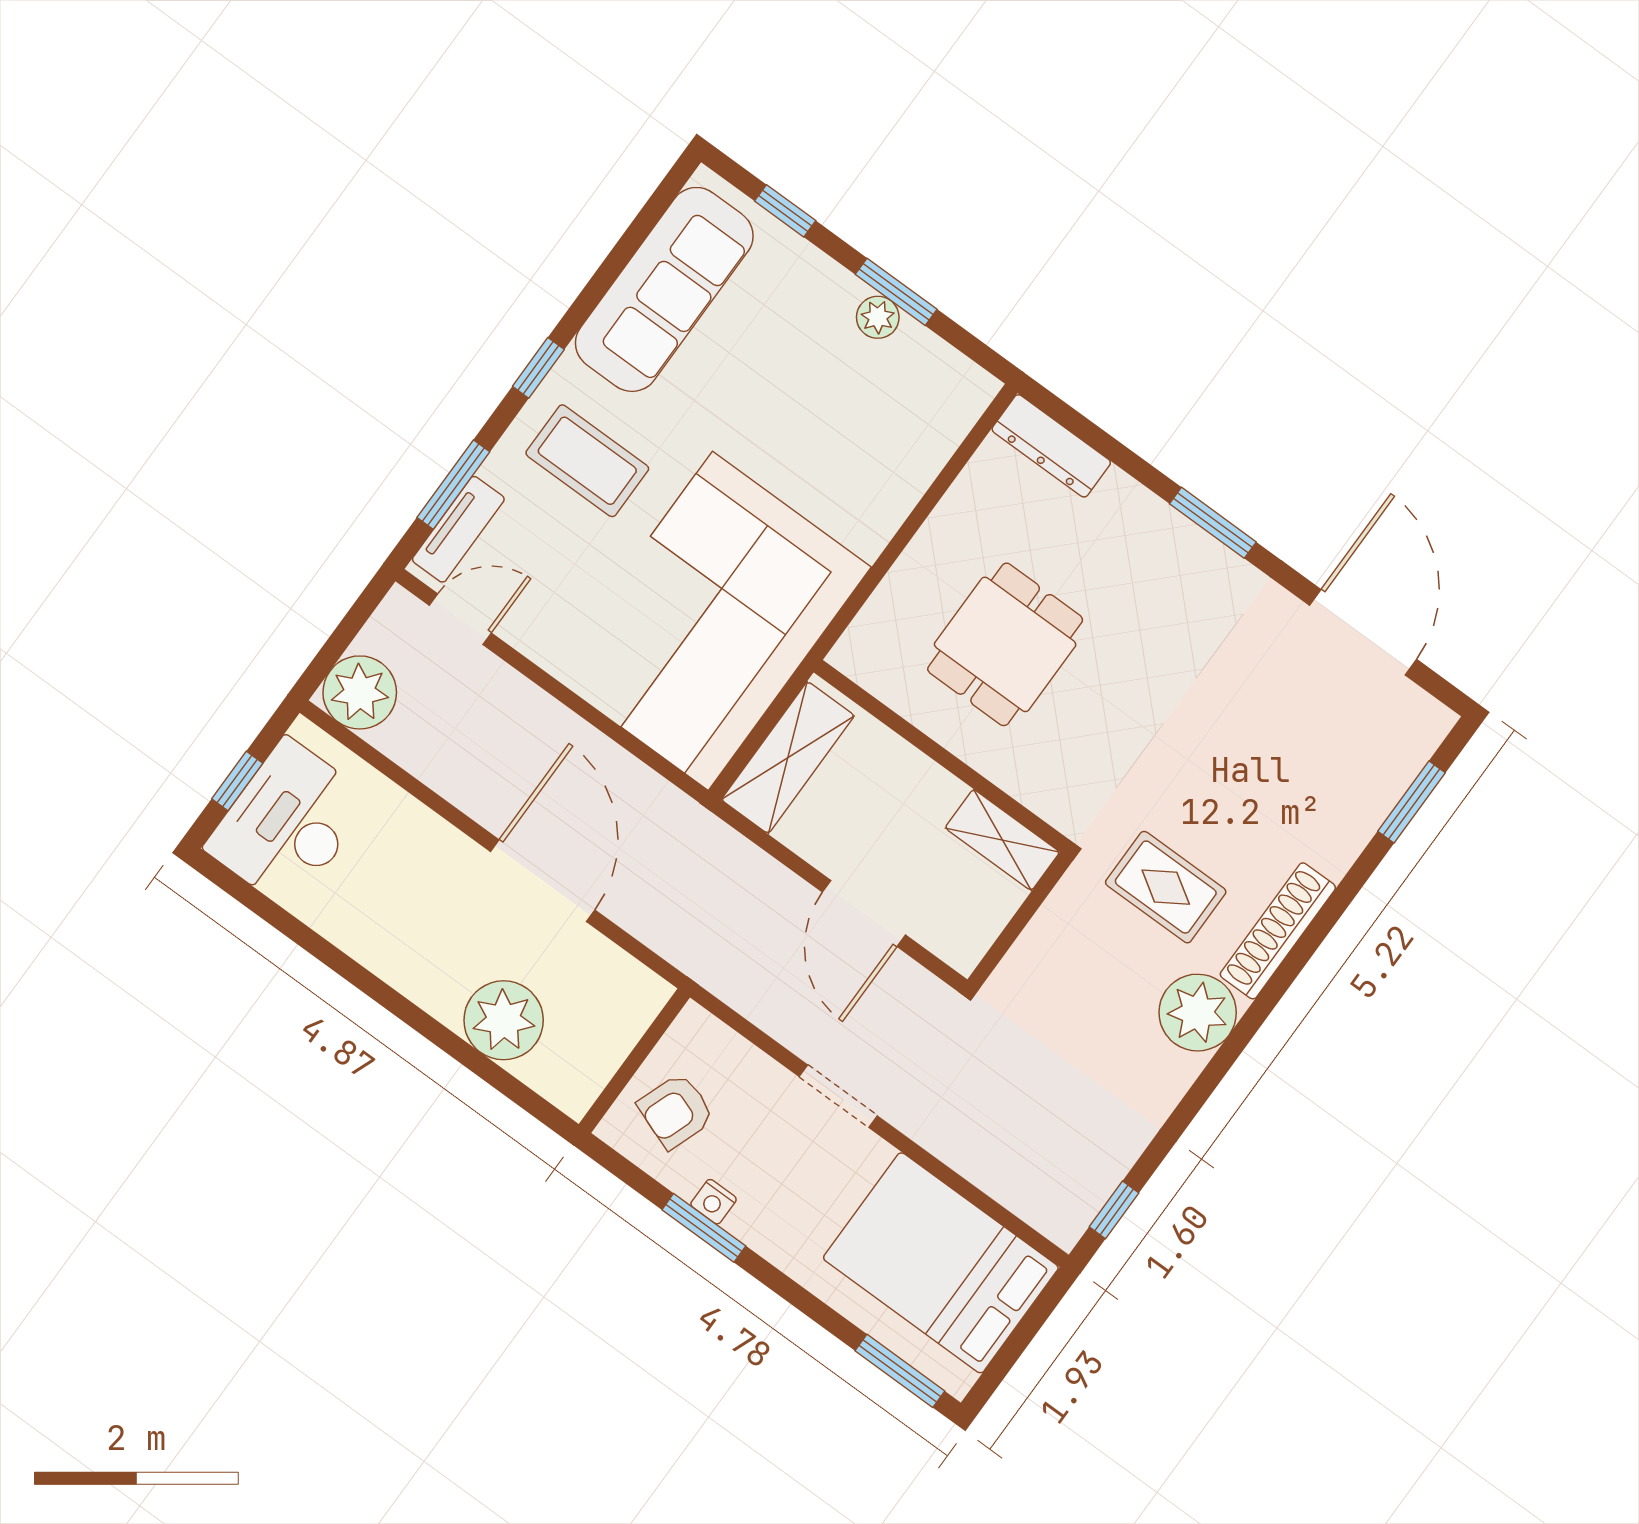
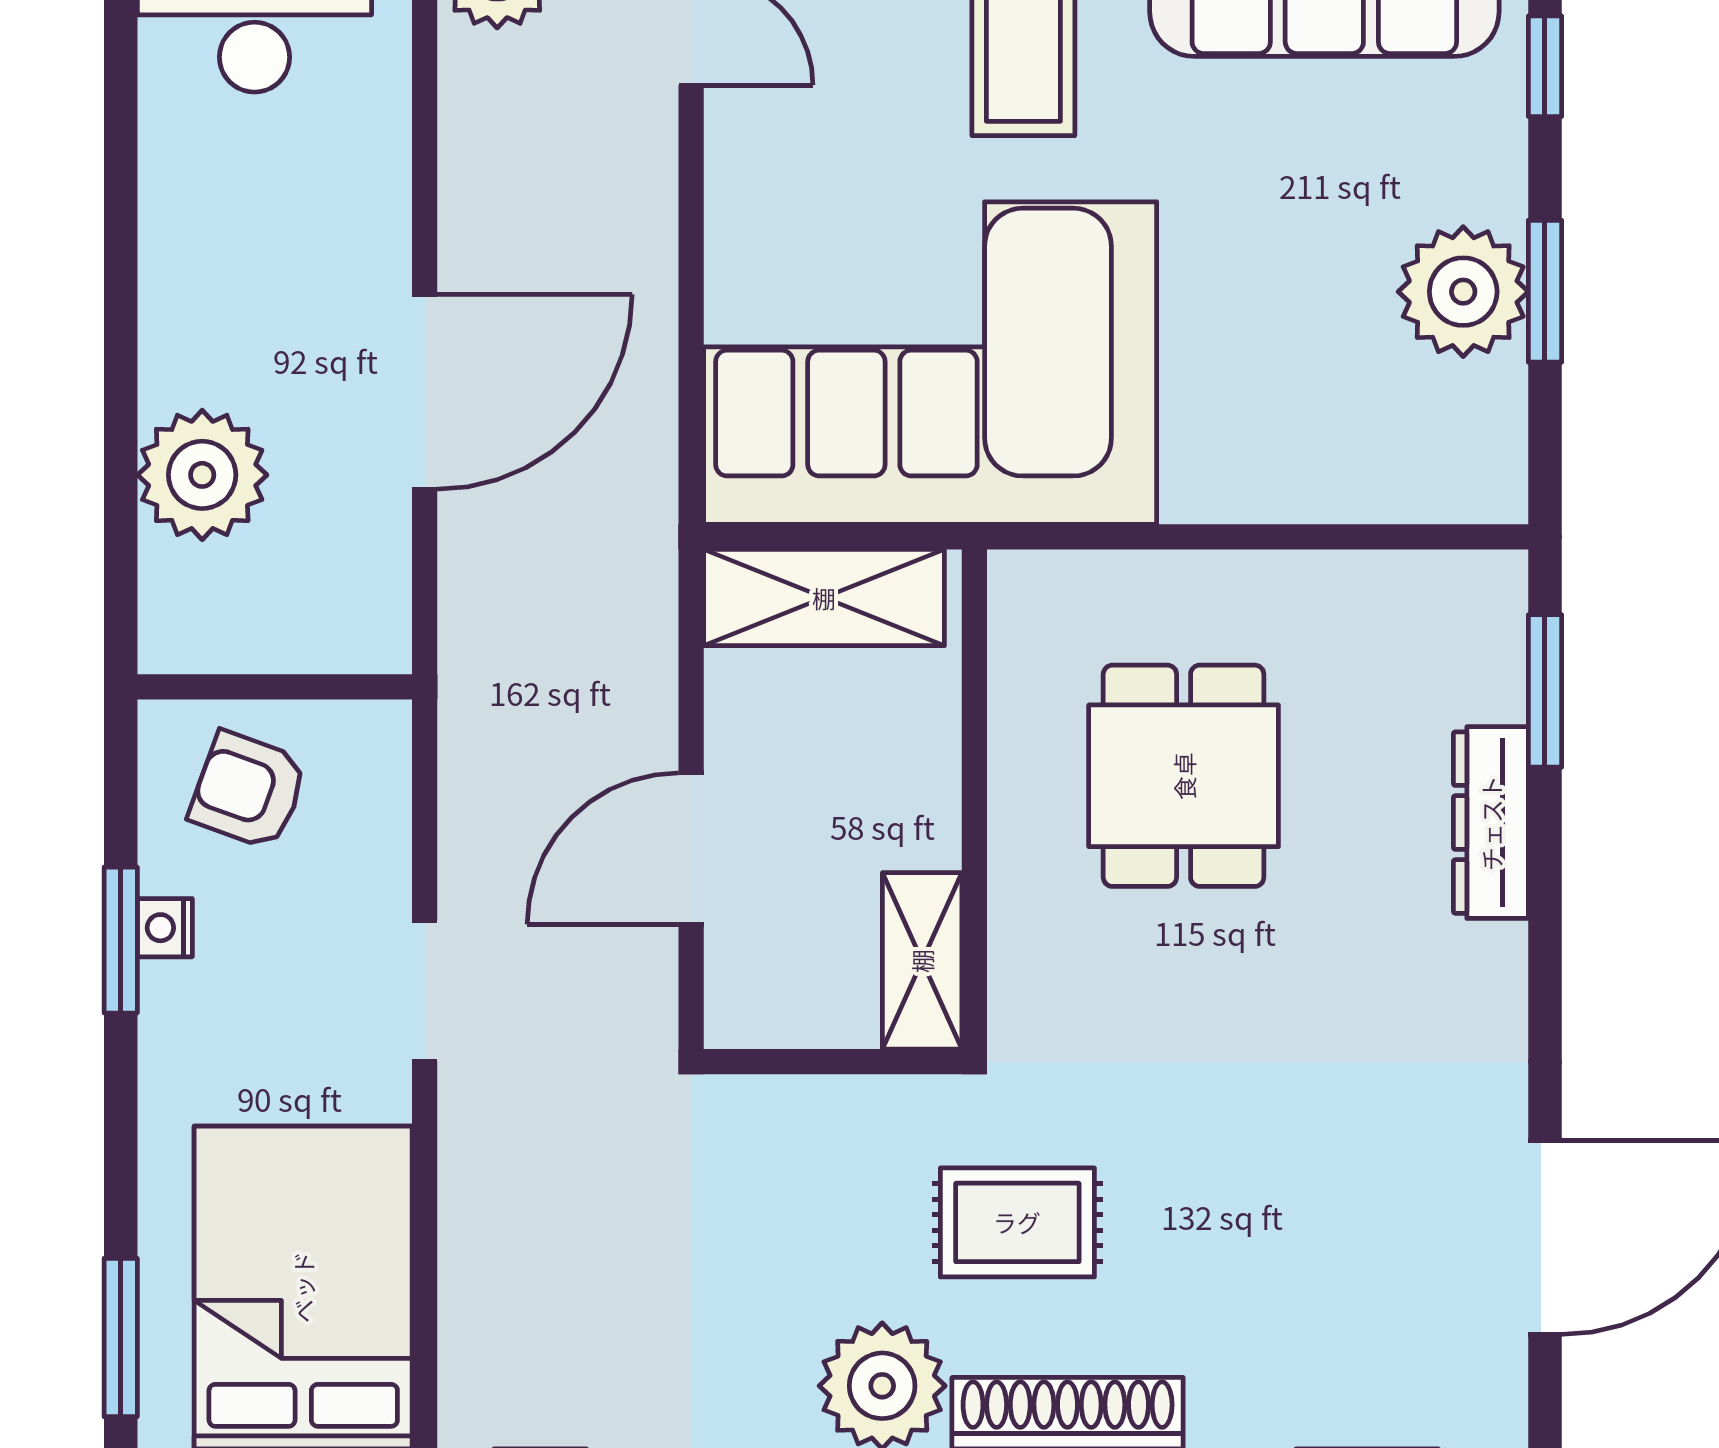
plant: (878, 317) -> (1463, 292), width x1.87, depth x1.87
dresser: (1051, 446) -> (1491, 823), moved
window: (1213, 523) -> (1545, 691), moved
dining table: (1005, 644) -> (1184, 776), turned 90
rug: (1166, 887) -> (1017, 1222), turned 90

